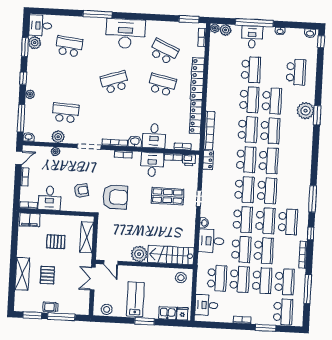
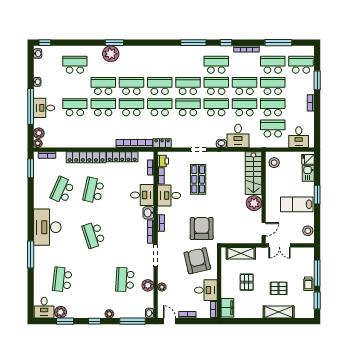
armchair: (81, 191) -> (197, 261), width x1.88, depth x1.88

